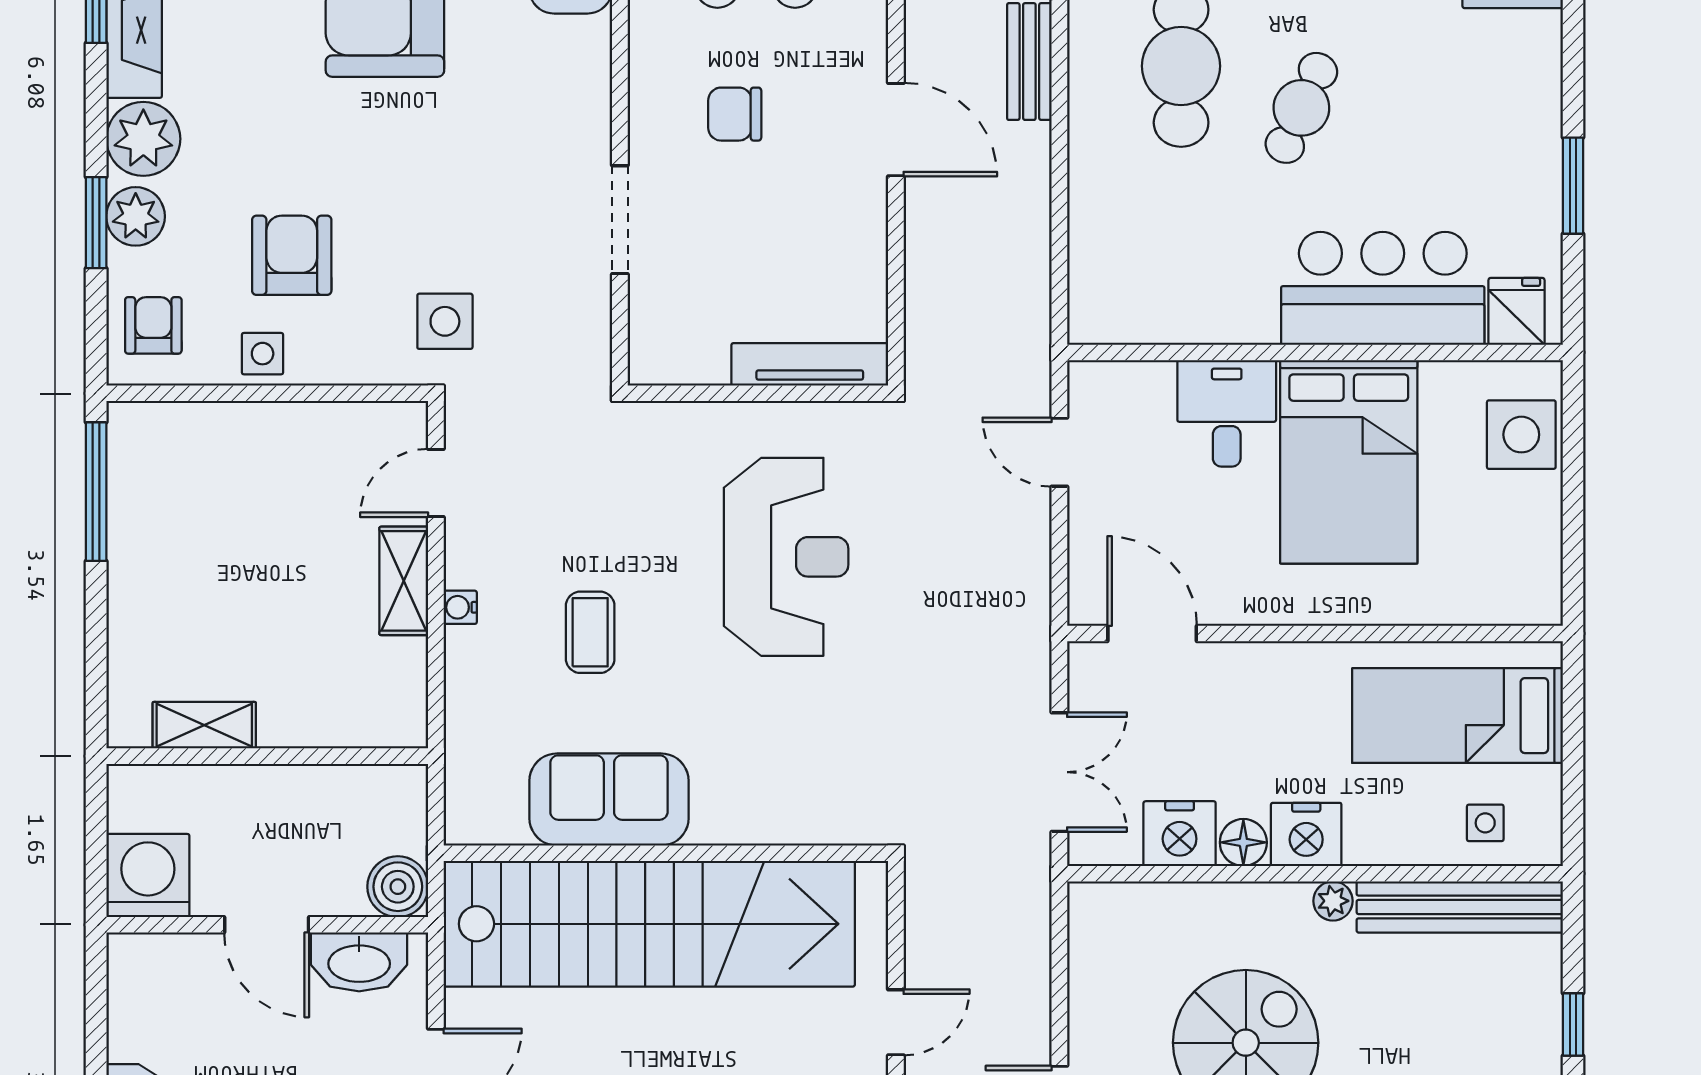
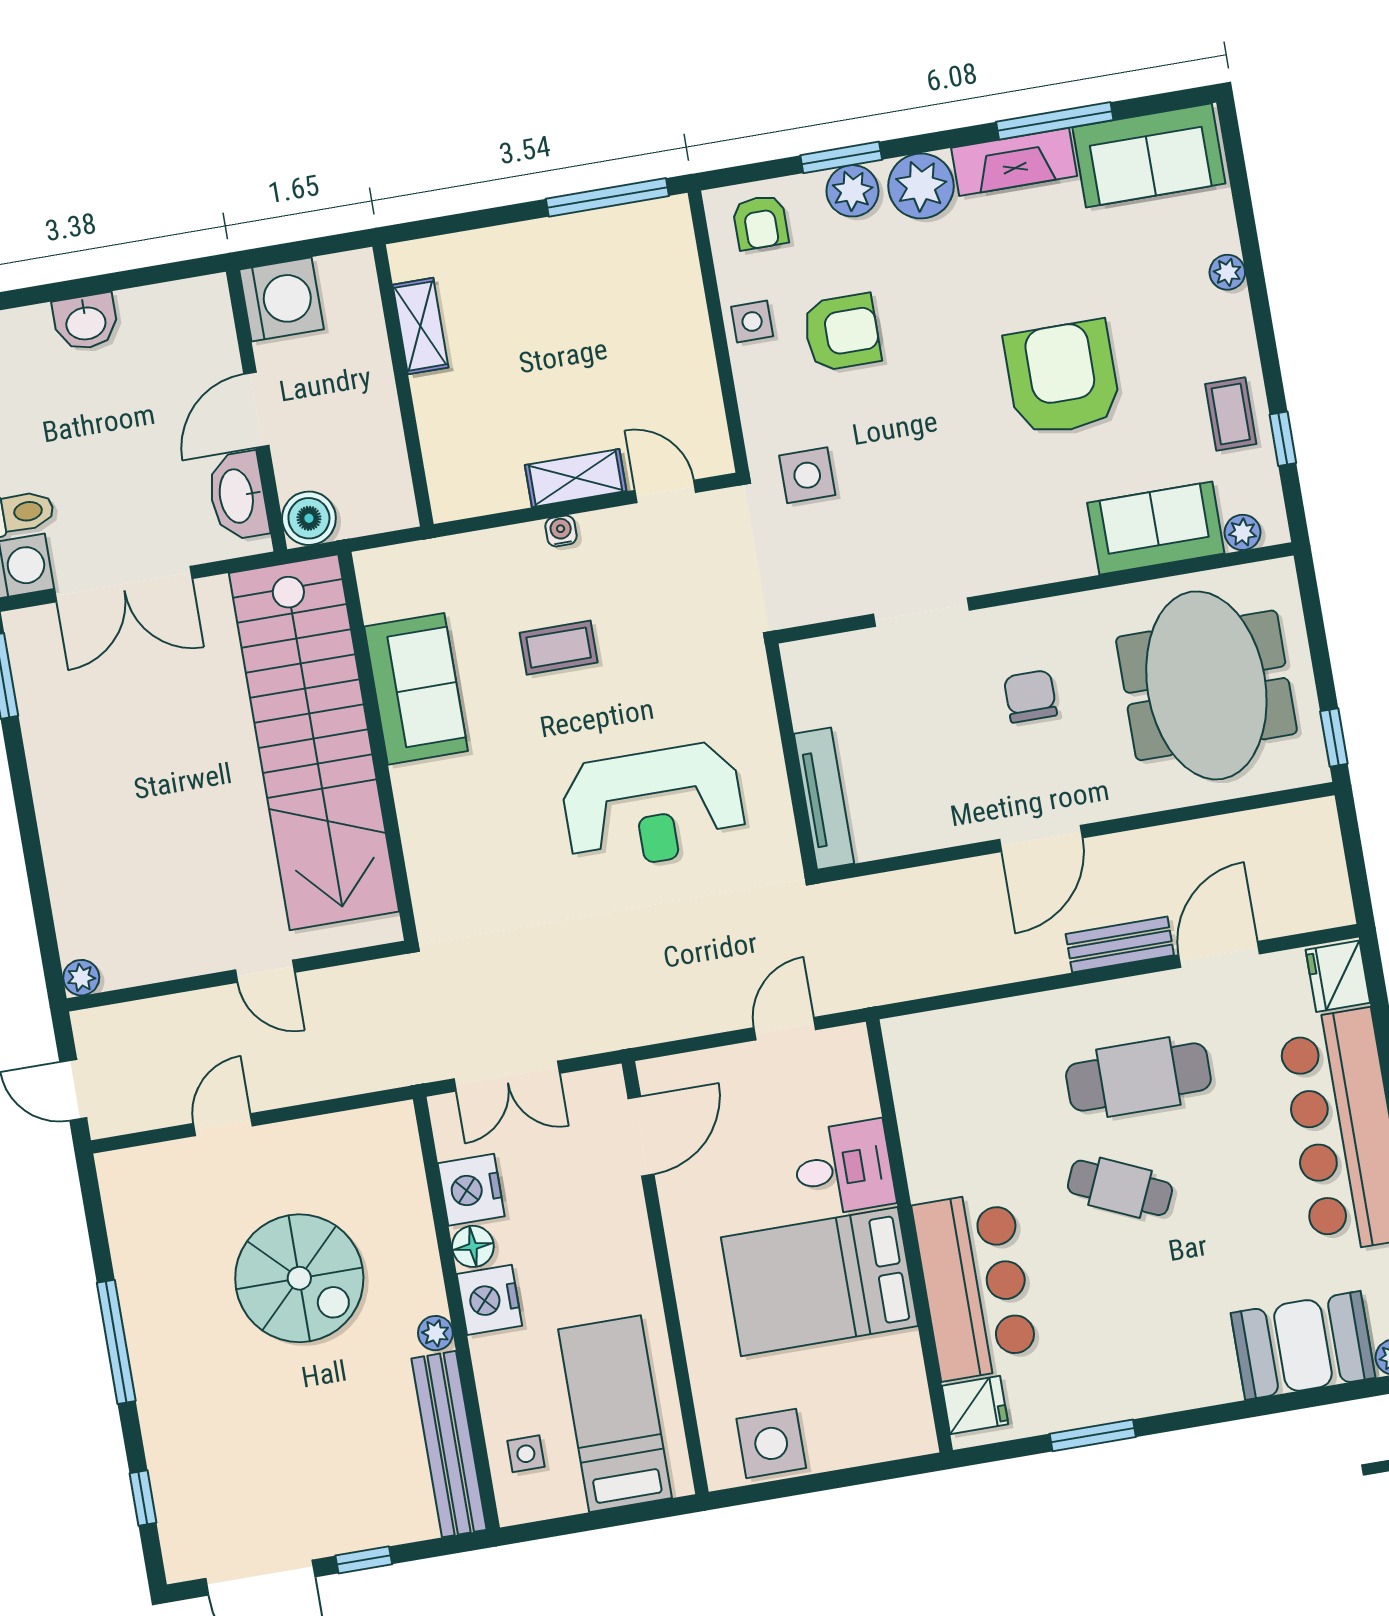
armchair: (153, 325) -> (760, 222), turned 90
side table: (1521, 435) -> (771, 1443), moved

